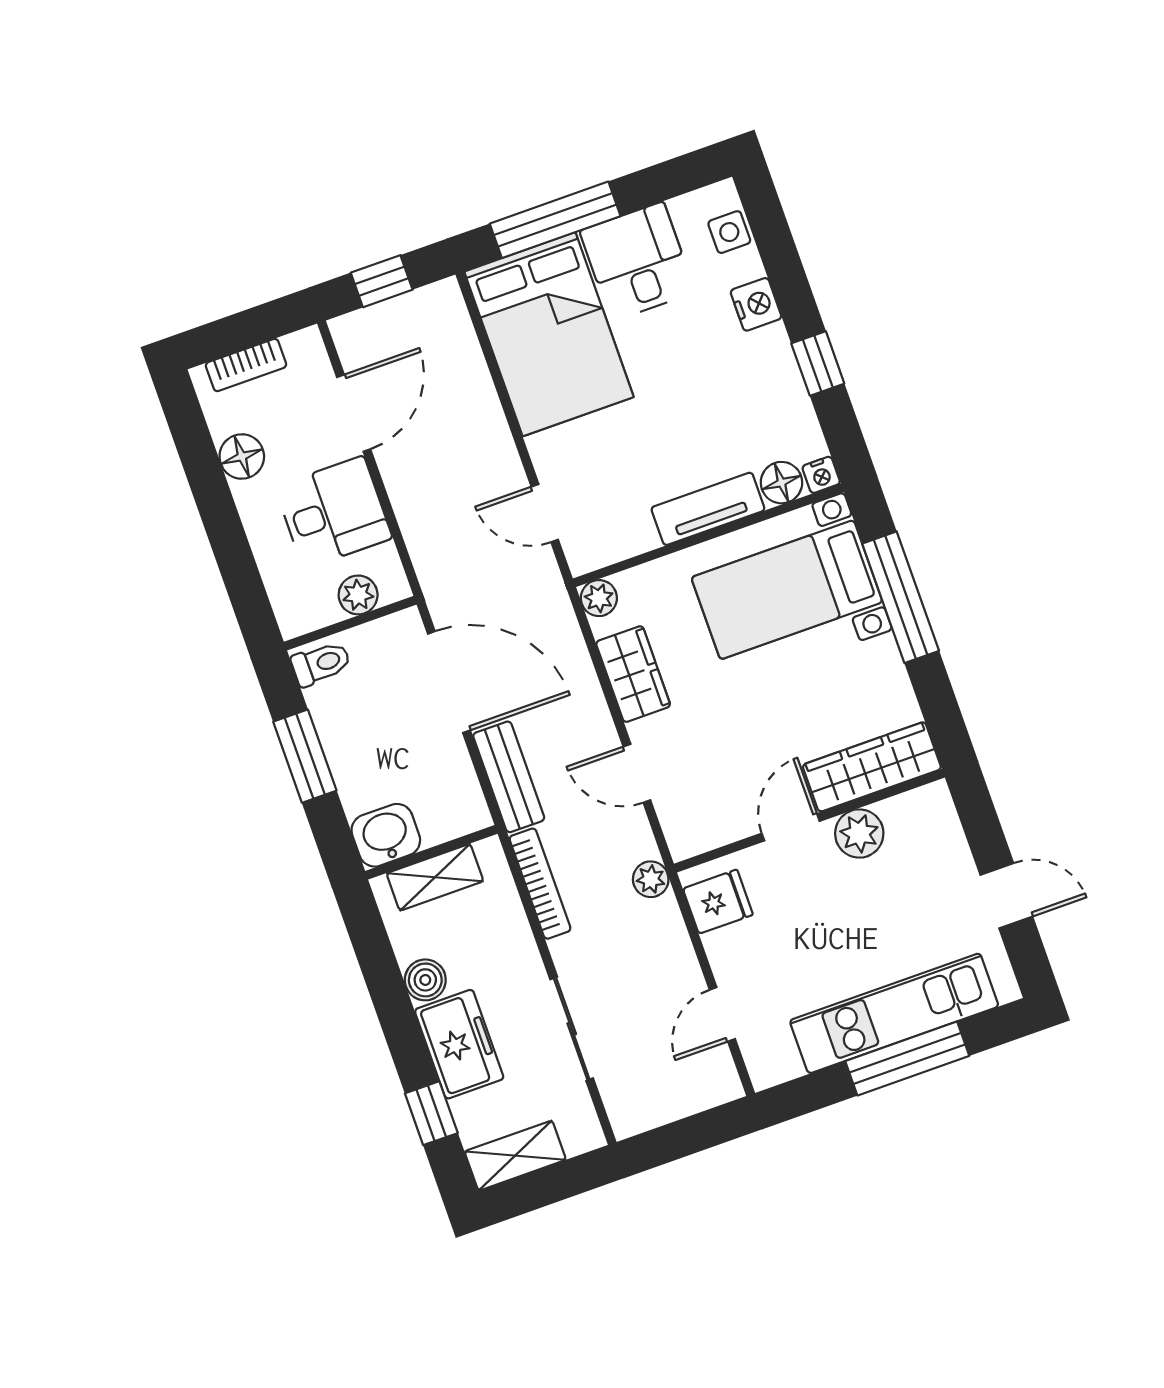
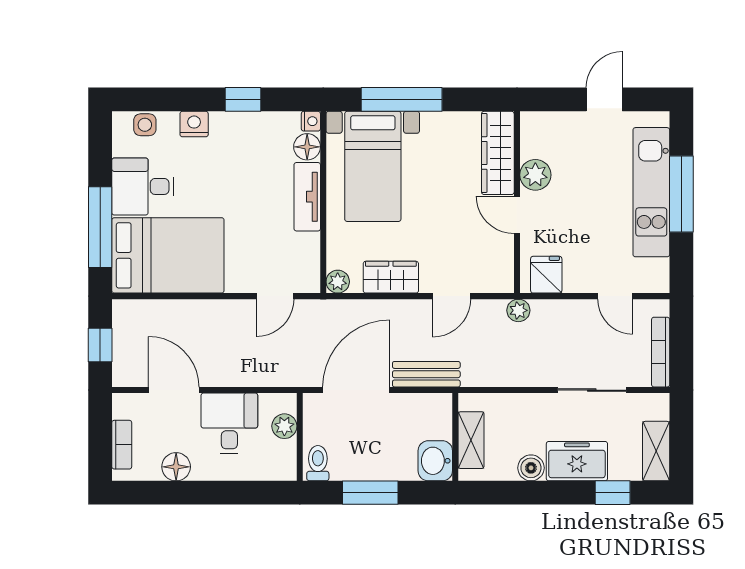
bookcase: (540, 884) -> (661, 352), moved, turned -90

